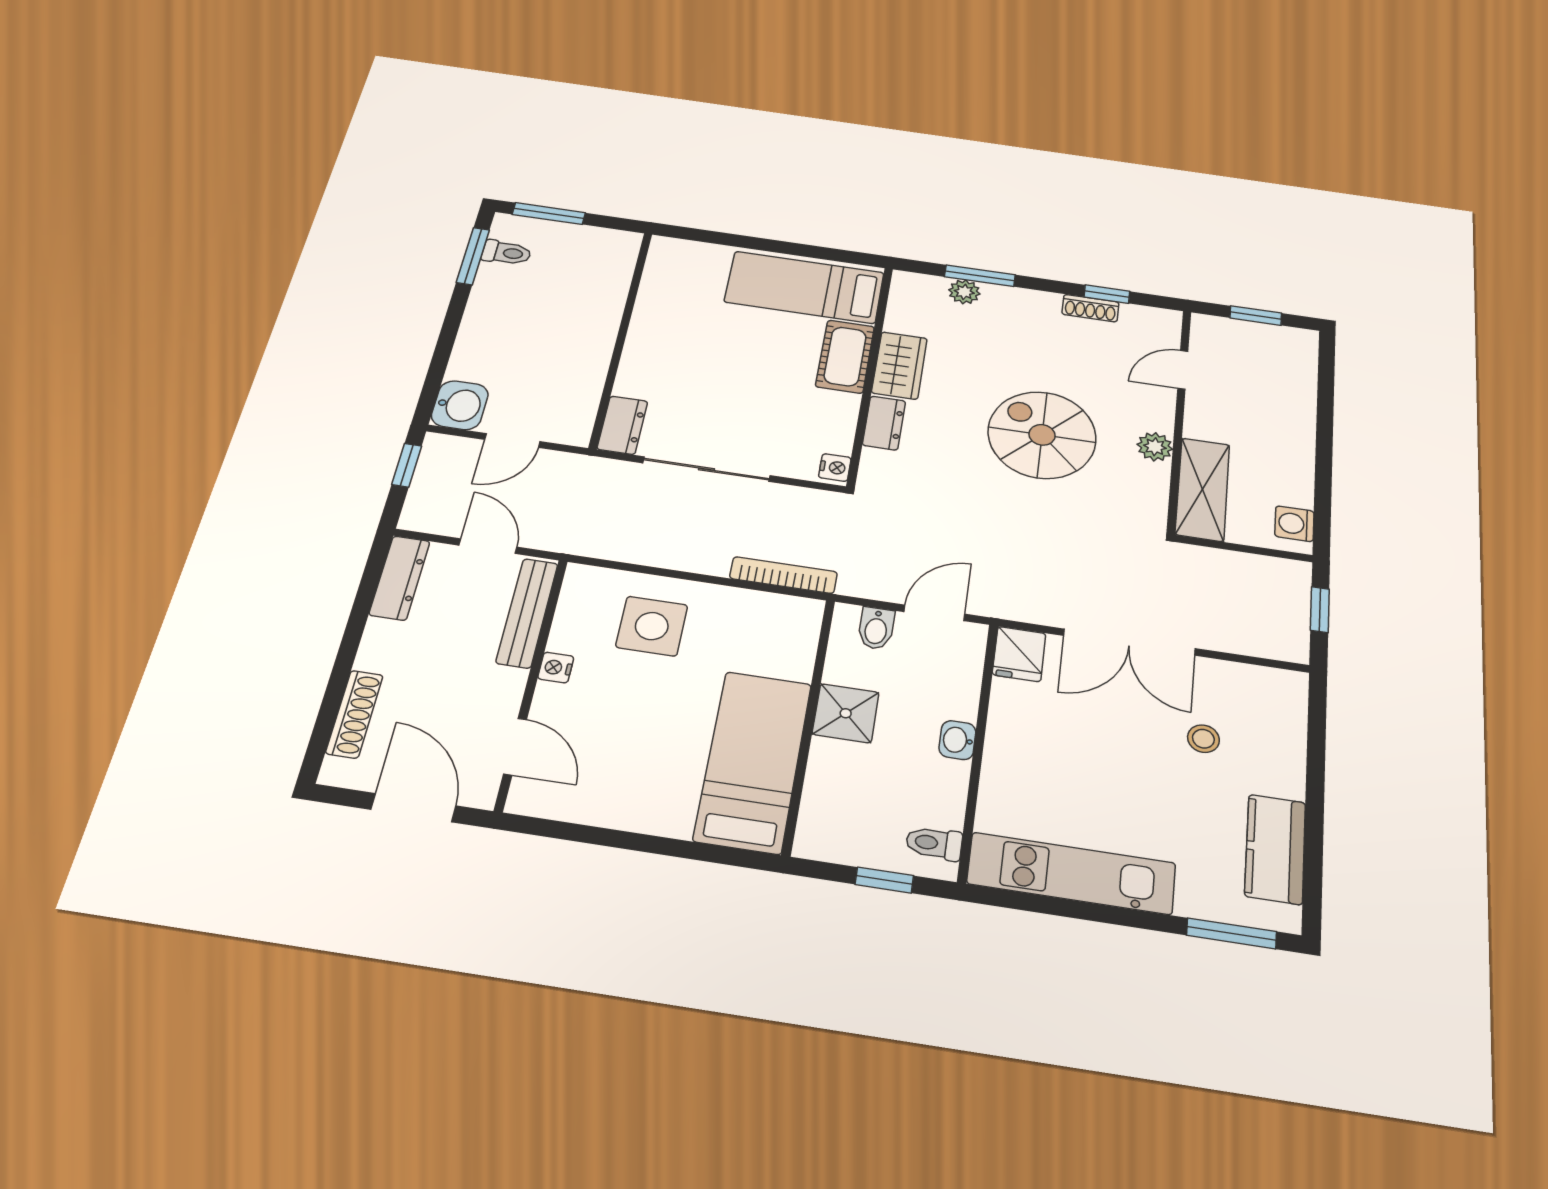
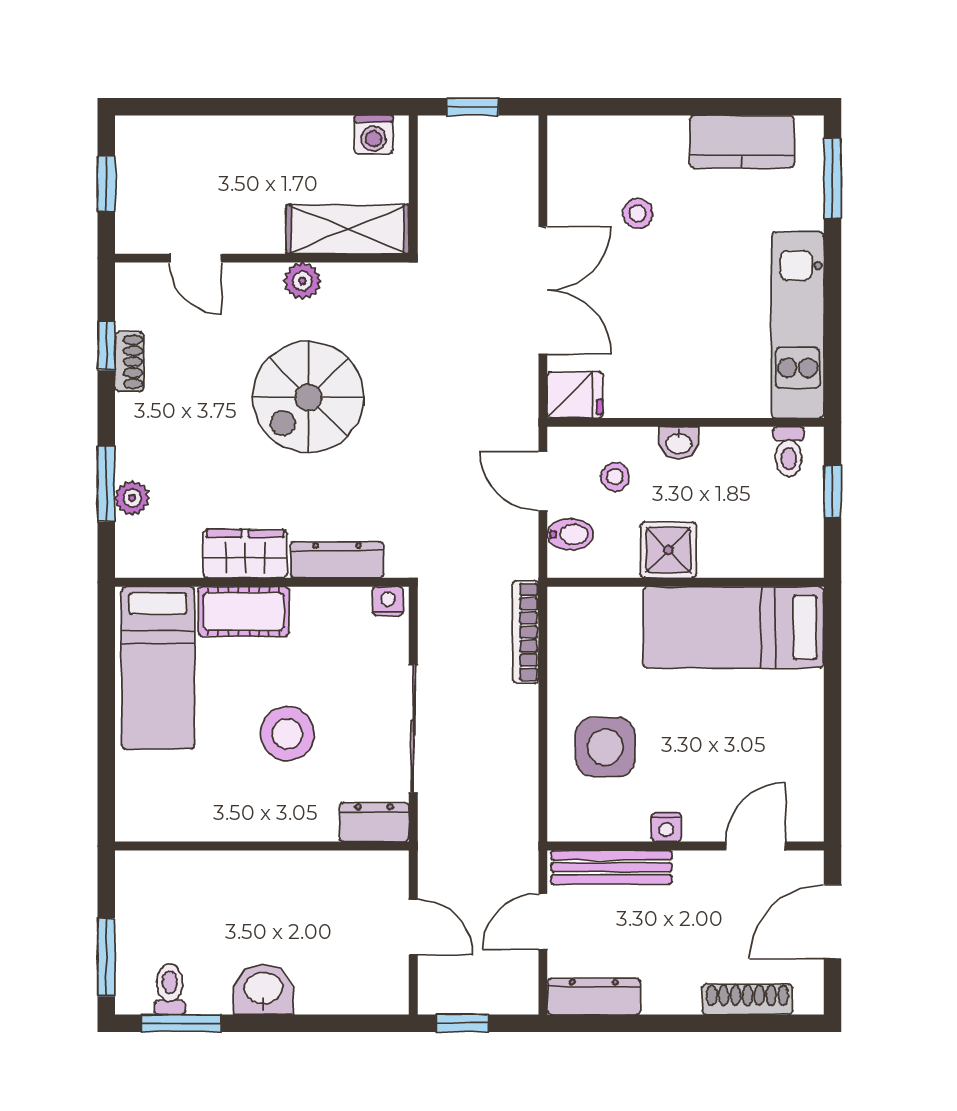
stool: (723, 372) -> (287, 734), added
washbasin: (460, 405) -> (263, 989), moved
dresser: (884, 423) -> (337, 560), width x1.44
stool: (930, 677) -> (615, 477), added

